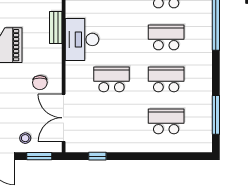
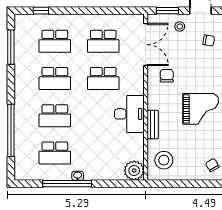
school desk: (112, 121) -> (103, 41), added
window: (97, 156) -> (41, 11), moved

